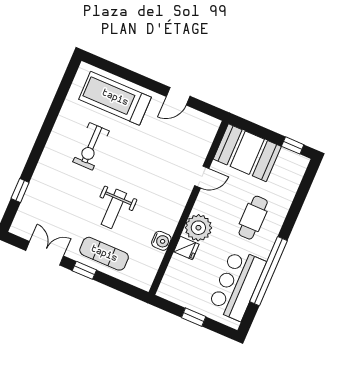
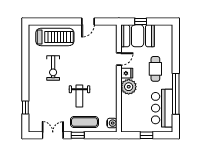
treadmill: (115, 98) -> (55, 37), turned 180
window: (293, 145) -> (141, 22), moved
water cooler: (161, 241) -> (112, 123), moved
fridge: (186, 248) -> (127, 73), moved

